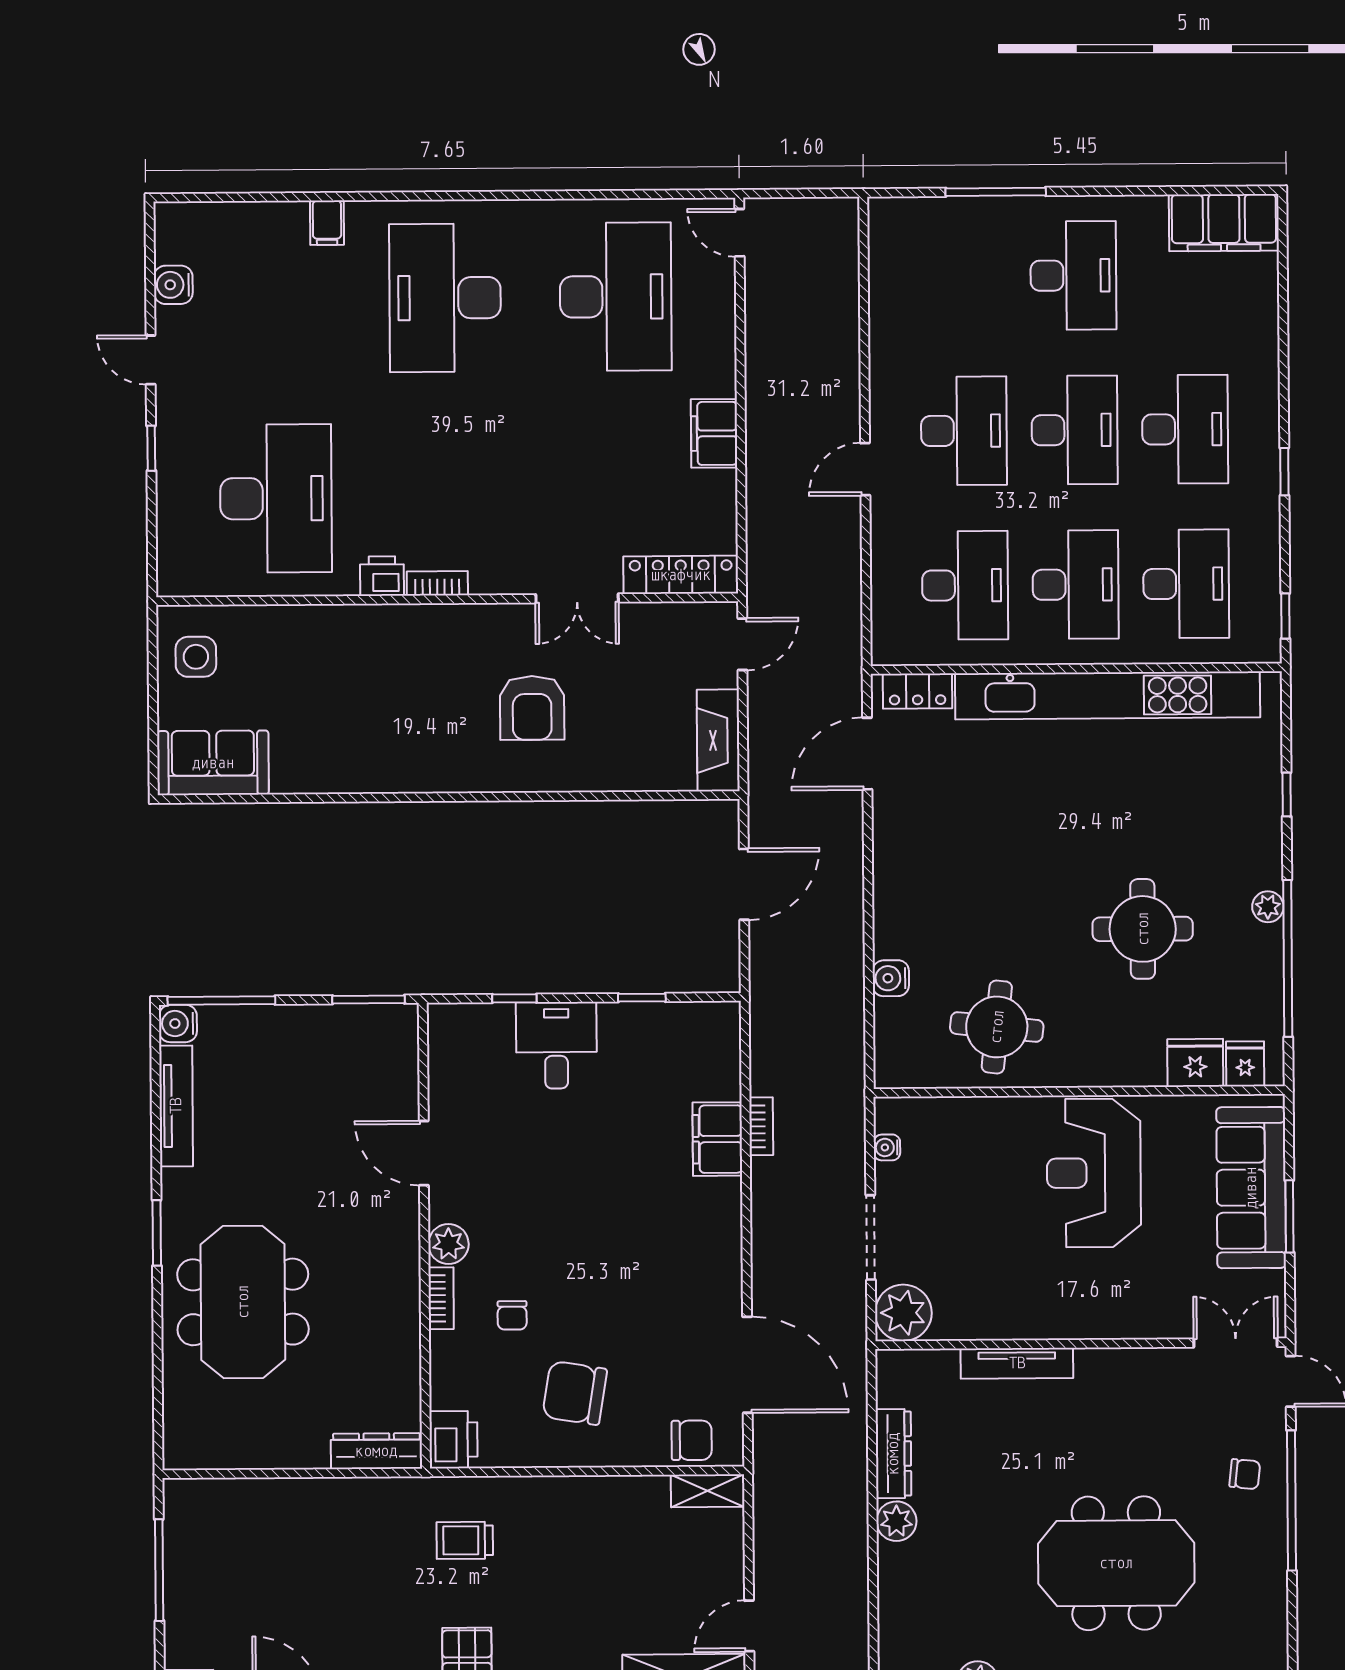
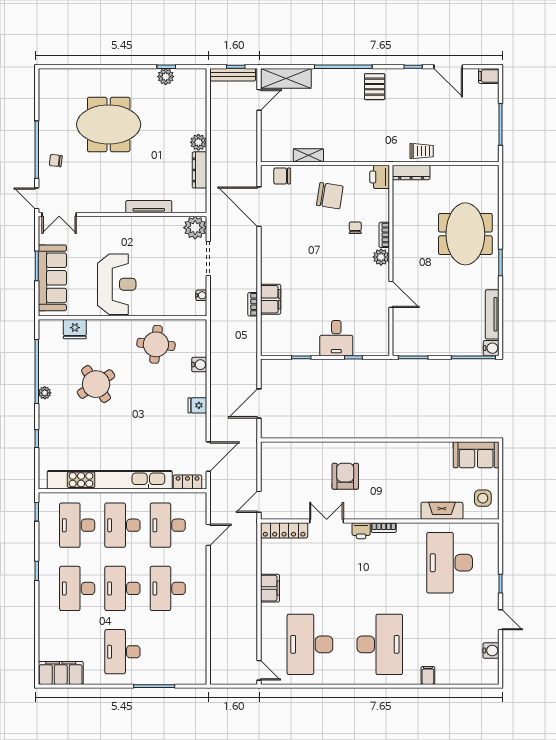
door: (865, 469) -> (208, 535), moved
printer: (382, 576) -> (361, 531), moved
fireplace: (718, 740) -> (442, 511), moved, turned -90
round table: (1143, 929) -> (96, 384), turned -34
fridge: (1245, 1064) -> (197, 405), moved, turned 90
shelving: (708, 1491) -> (308, 155), moved
trolley: (465, 1540) -> (422, 151), moved

